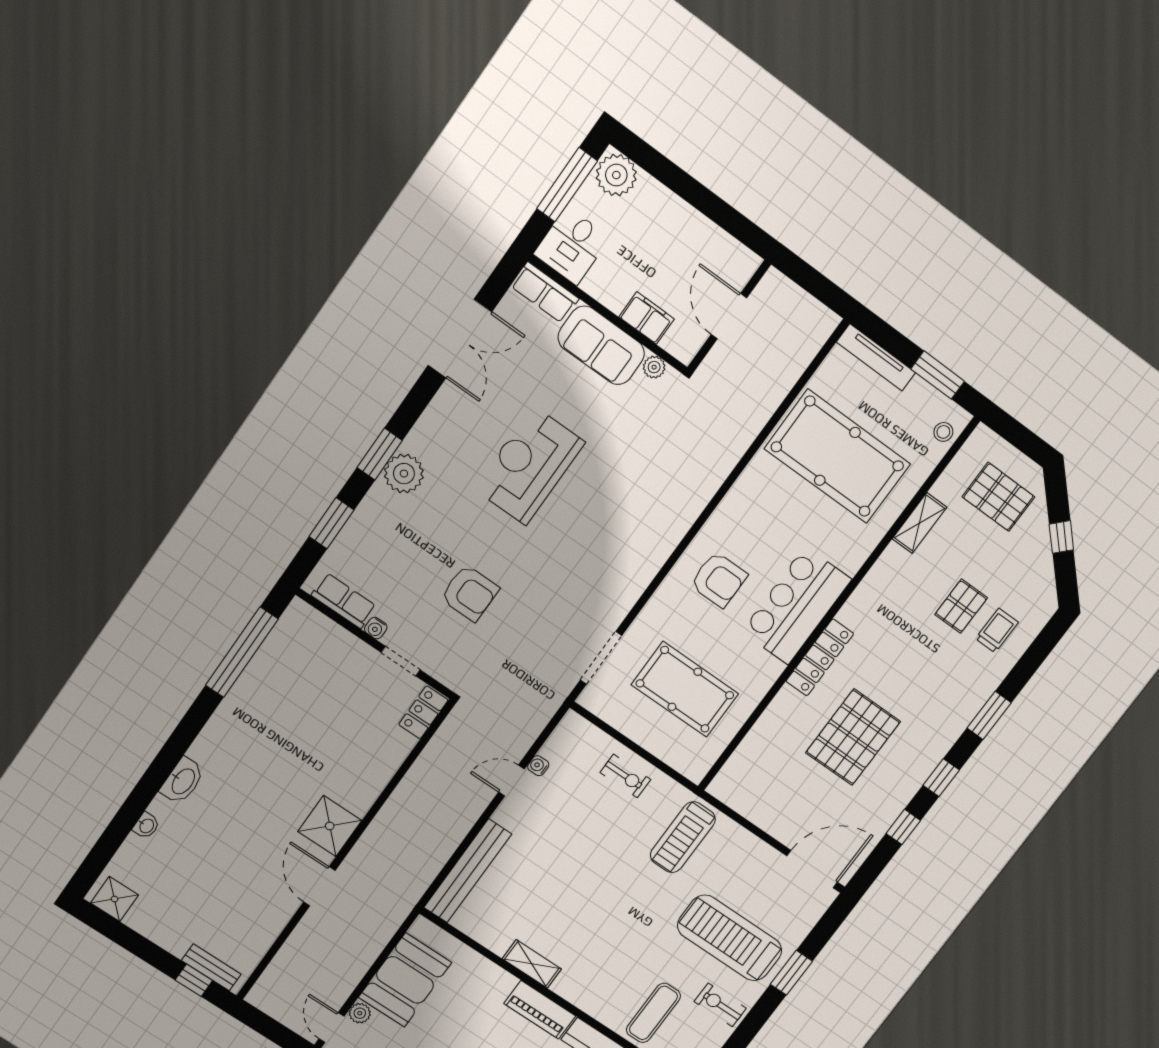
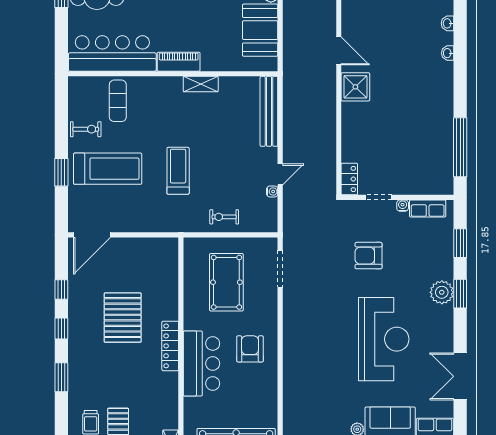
reception desk: (529, 466) -> (384, 339), width x1.36, depth x1.30
armchair: (719, 580) -> (250, 349), turned 90
pool table: (685, 689) -> (226, 282), turned 90
washbasin: (183, 781) -> (448, 53), width x0.52, depth x0.69
treadmill: (683, 837) -> (178, 171), moved

